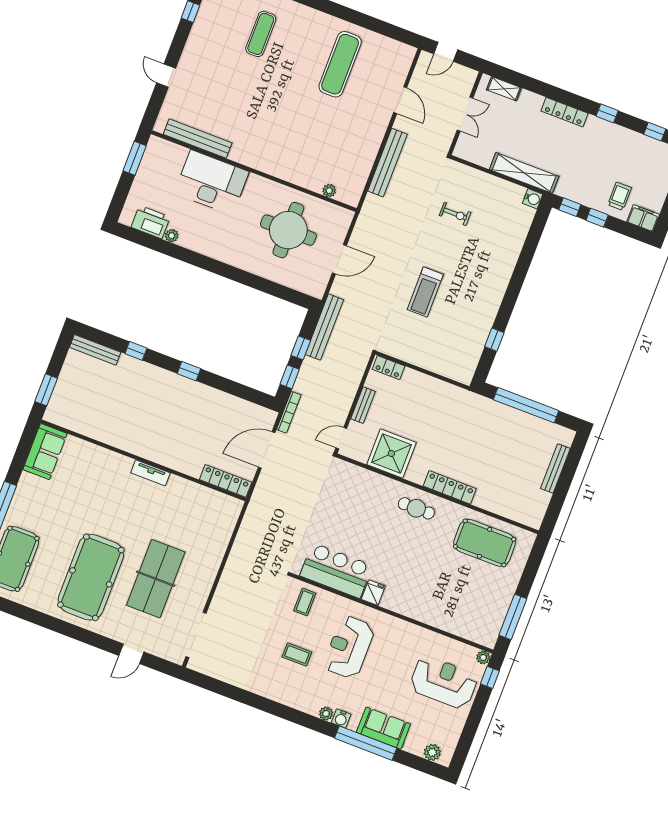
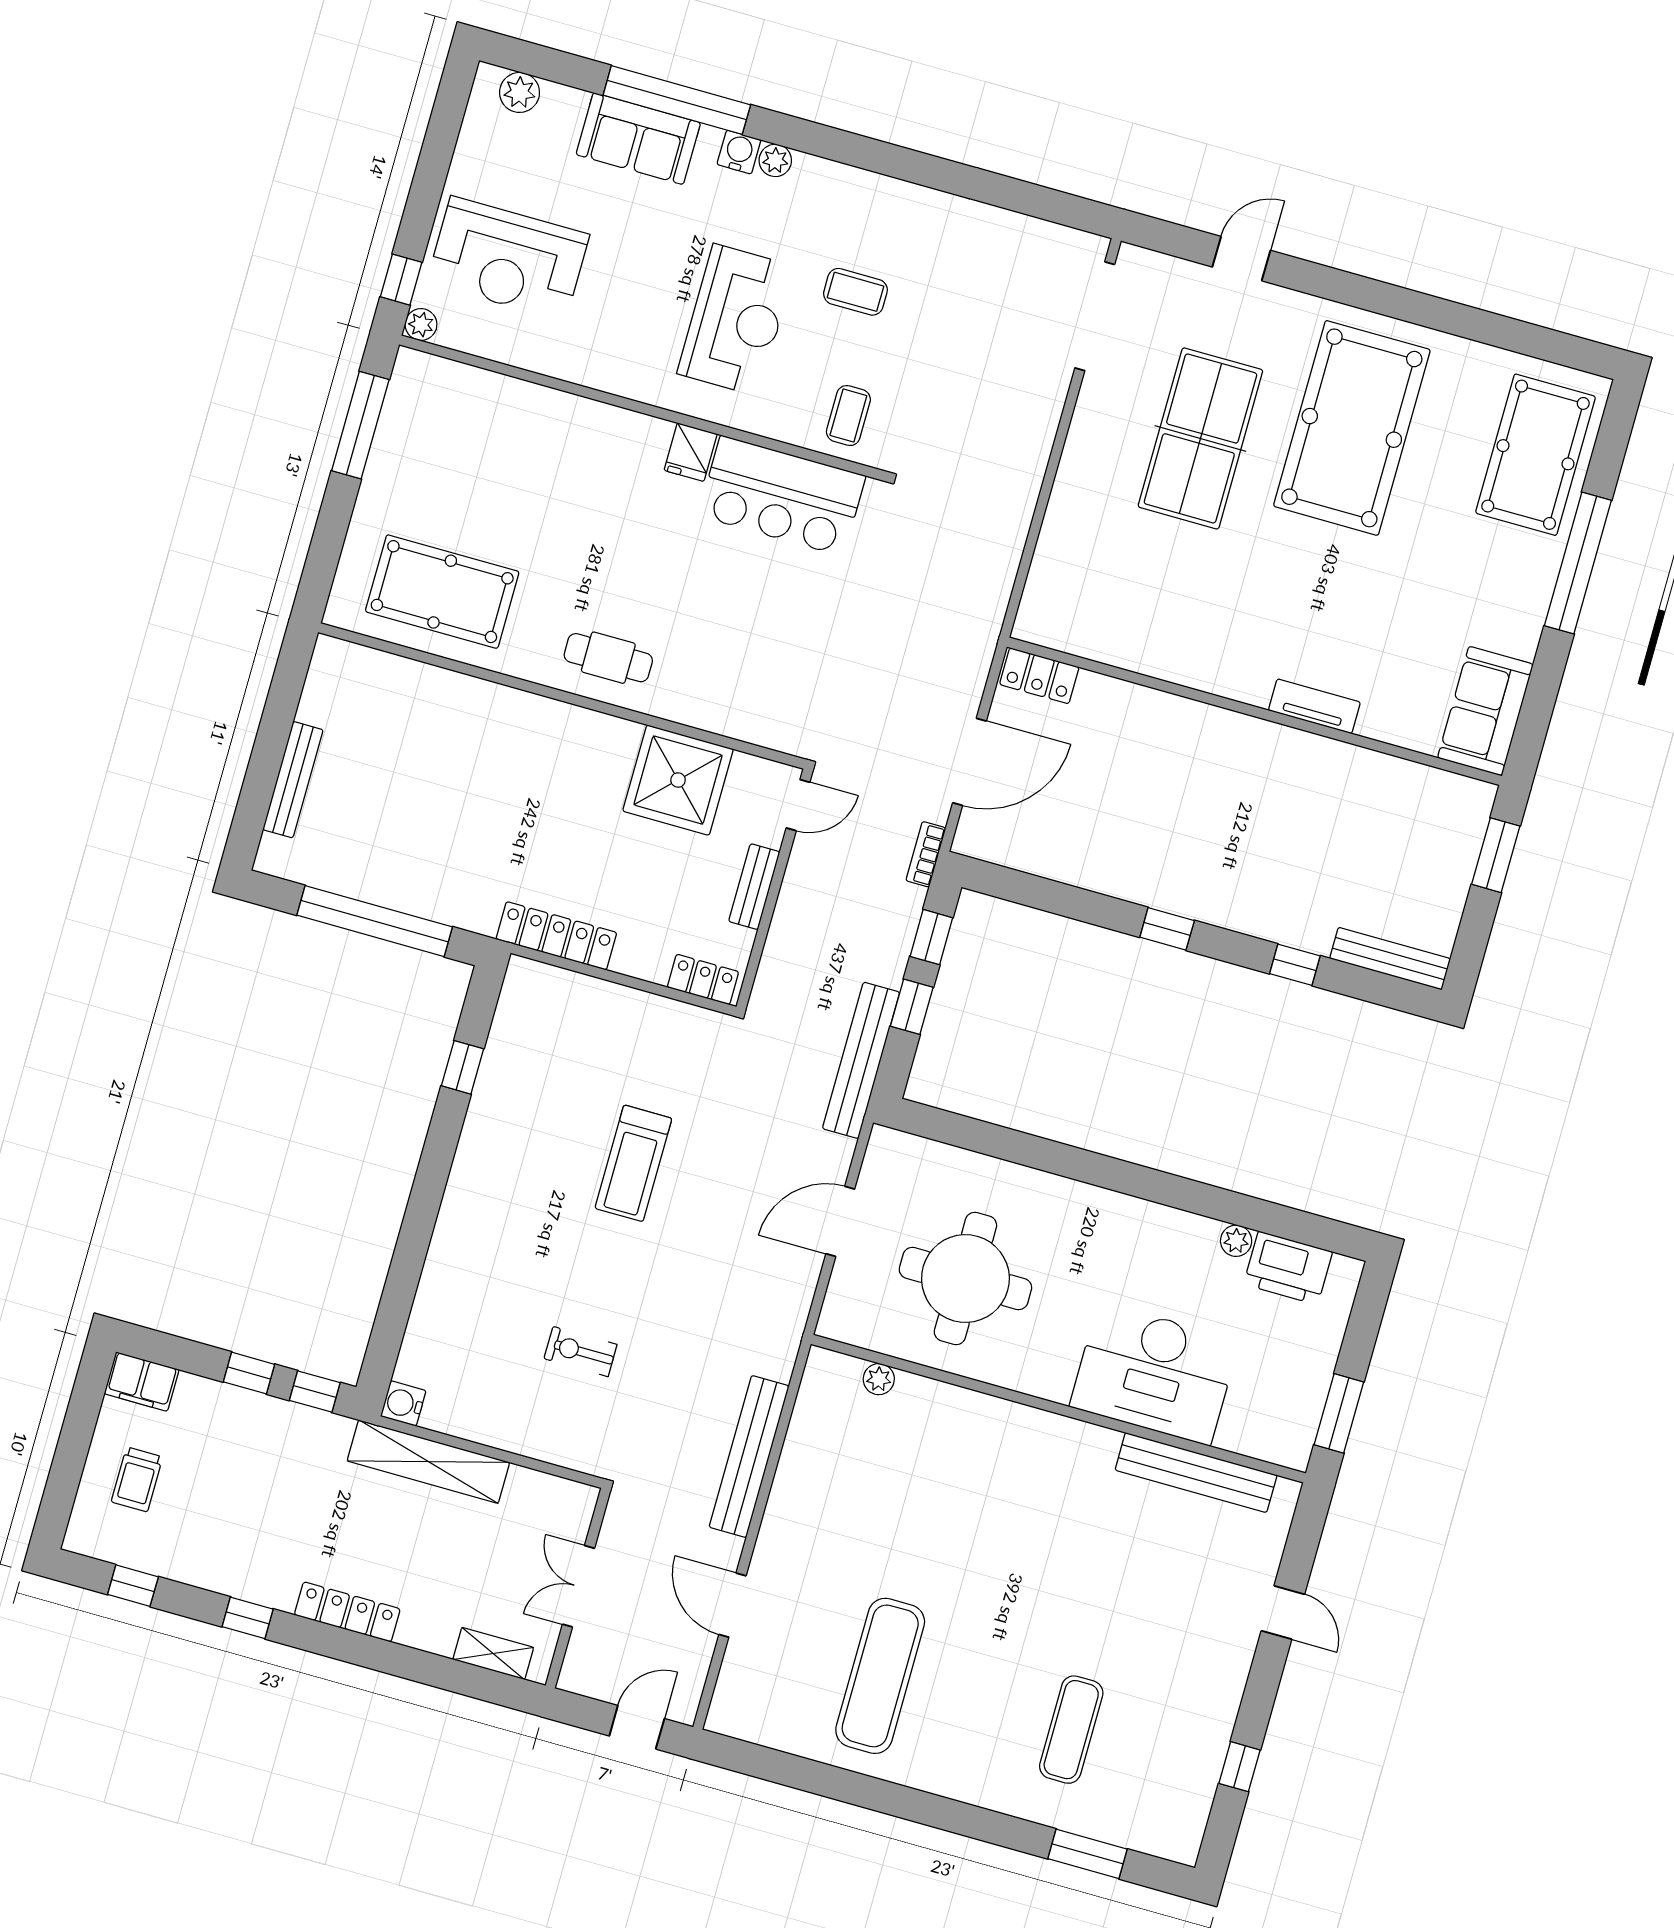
trolley: (620, 196) -> (137, 1479), moved
treadmill: (425, 292) -> (633, 1163), turned 180
bookcase: (289, 412) -> (926, 854), width x0.64
tv unit: (150, 473) -> (1314, 706), moved
locker: (226, 481) -> (1039, 676), width x0.66
locker: (450, 487) -> (556, 936), moved, turned 180

